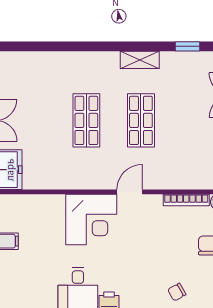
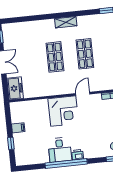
shelving: (140, 60) -> (66, 22), moved

